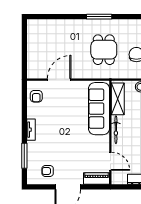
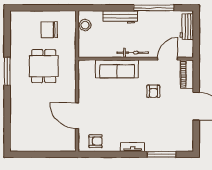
dining table: (104, 50) -> (44, 66), turned 90
shelving: (118, 99) -> (98, 50), removed
sofa: (99, 109) -> (117, 69), width x0.74, depth x0.79
armchair: (48, 171) -> (153, 91), moved

